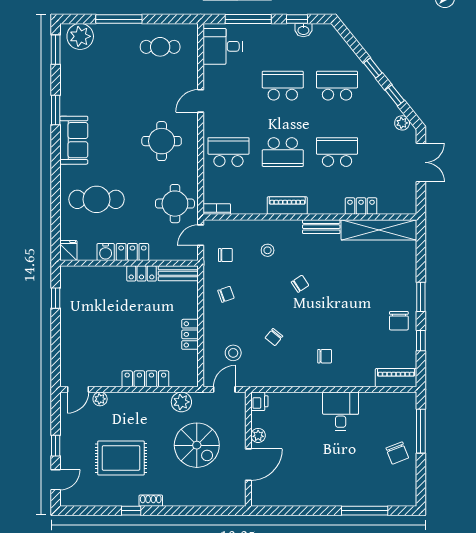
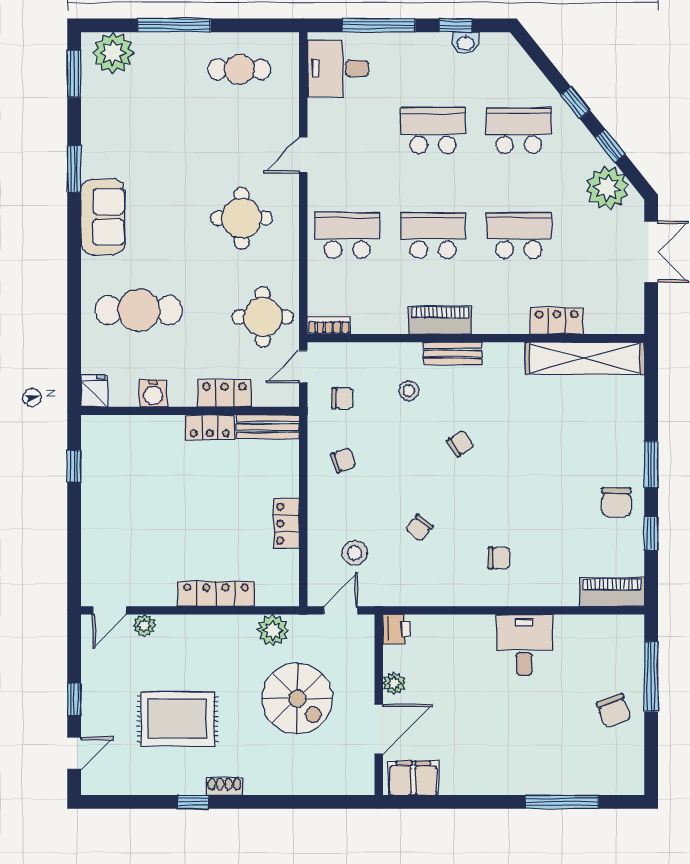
plant: (402, 123) -> (607, 188), width x1.87, depth x1.87
school desk: (283, 152) -> (433, 235), turned 180
bench: (321, 227) -> (453, 353), moved
locker: (132, 252) -> (224, 393), moved
filing cabinet: (270, 496) -> (413, 778), added

